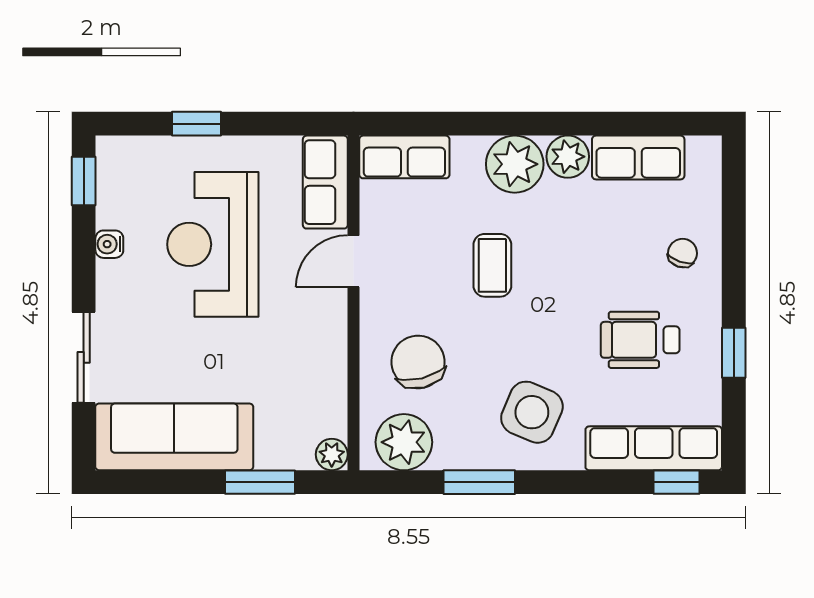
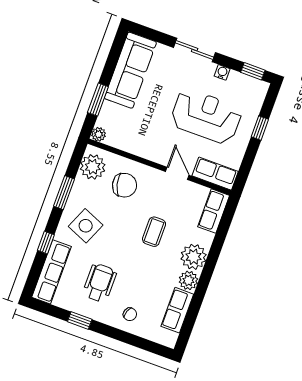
coffee table: (492, 265) -> (154, 232), turned 90
sliding door: (84, 357) -> (195, 50), moved
window: (676, 482) -> (46, 243), moved

